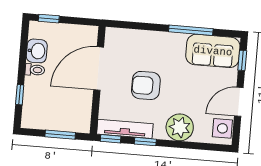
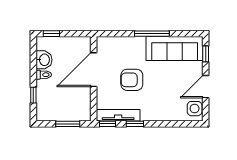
window: (191, 30) -> (152, 34), moved
sofa: (213, 51) -> (175, 48), width x1.36
plant: (180, 127) -> (161, 110), removed

